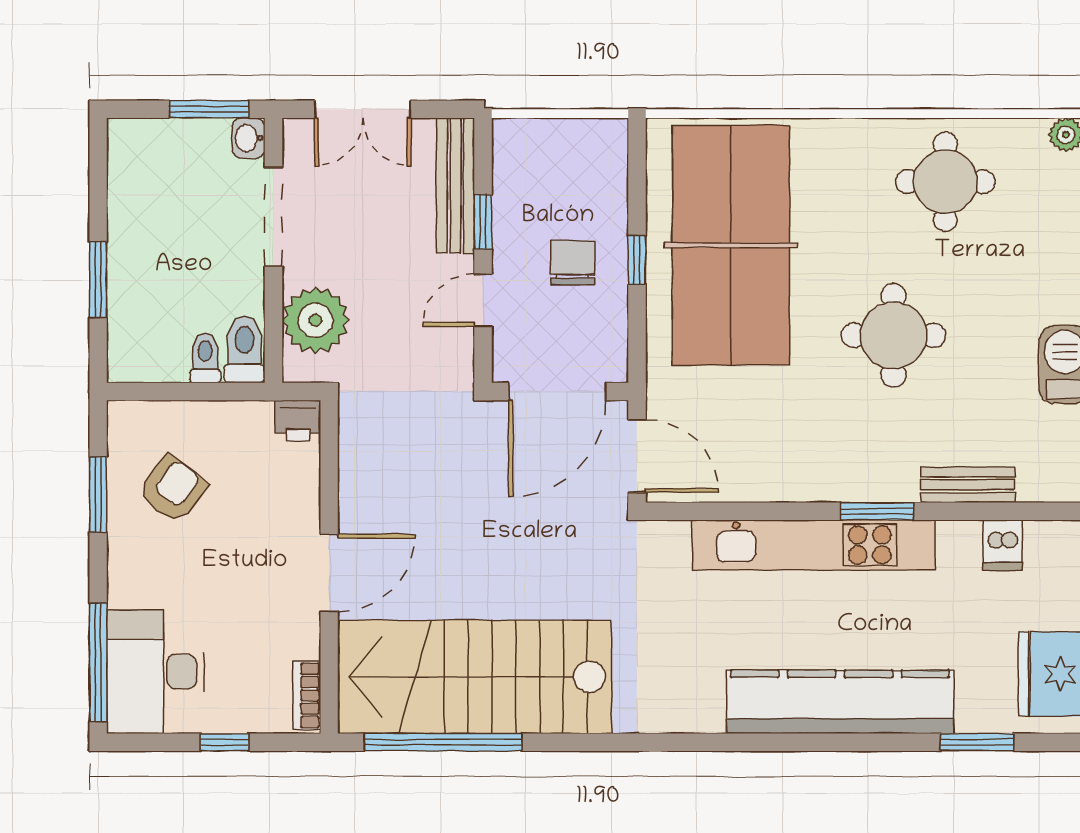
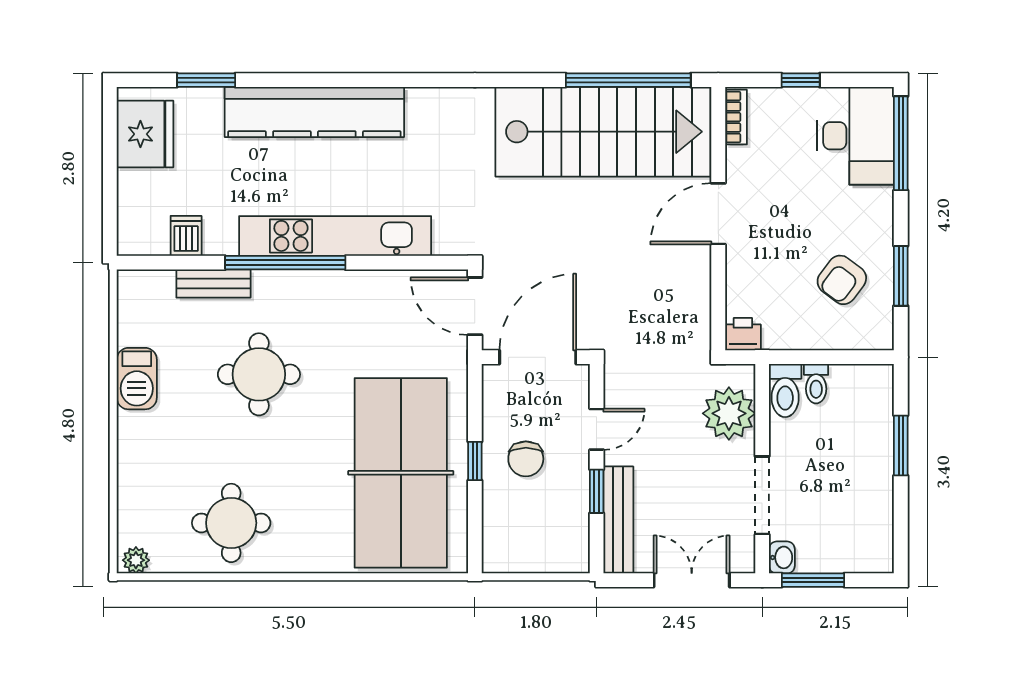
round table: (893, 335) -> (259, 374), moved
window: (877, 511) -> (285, 263), width x2.11

